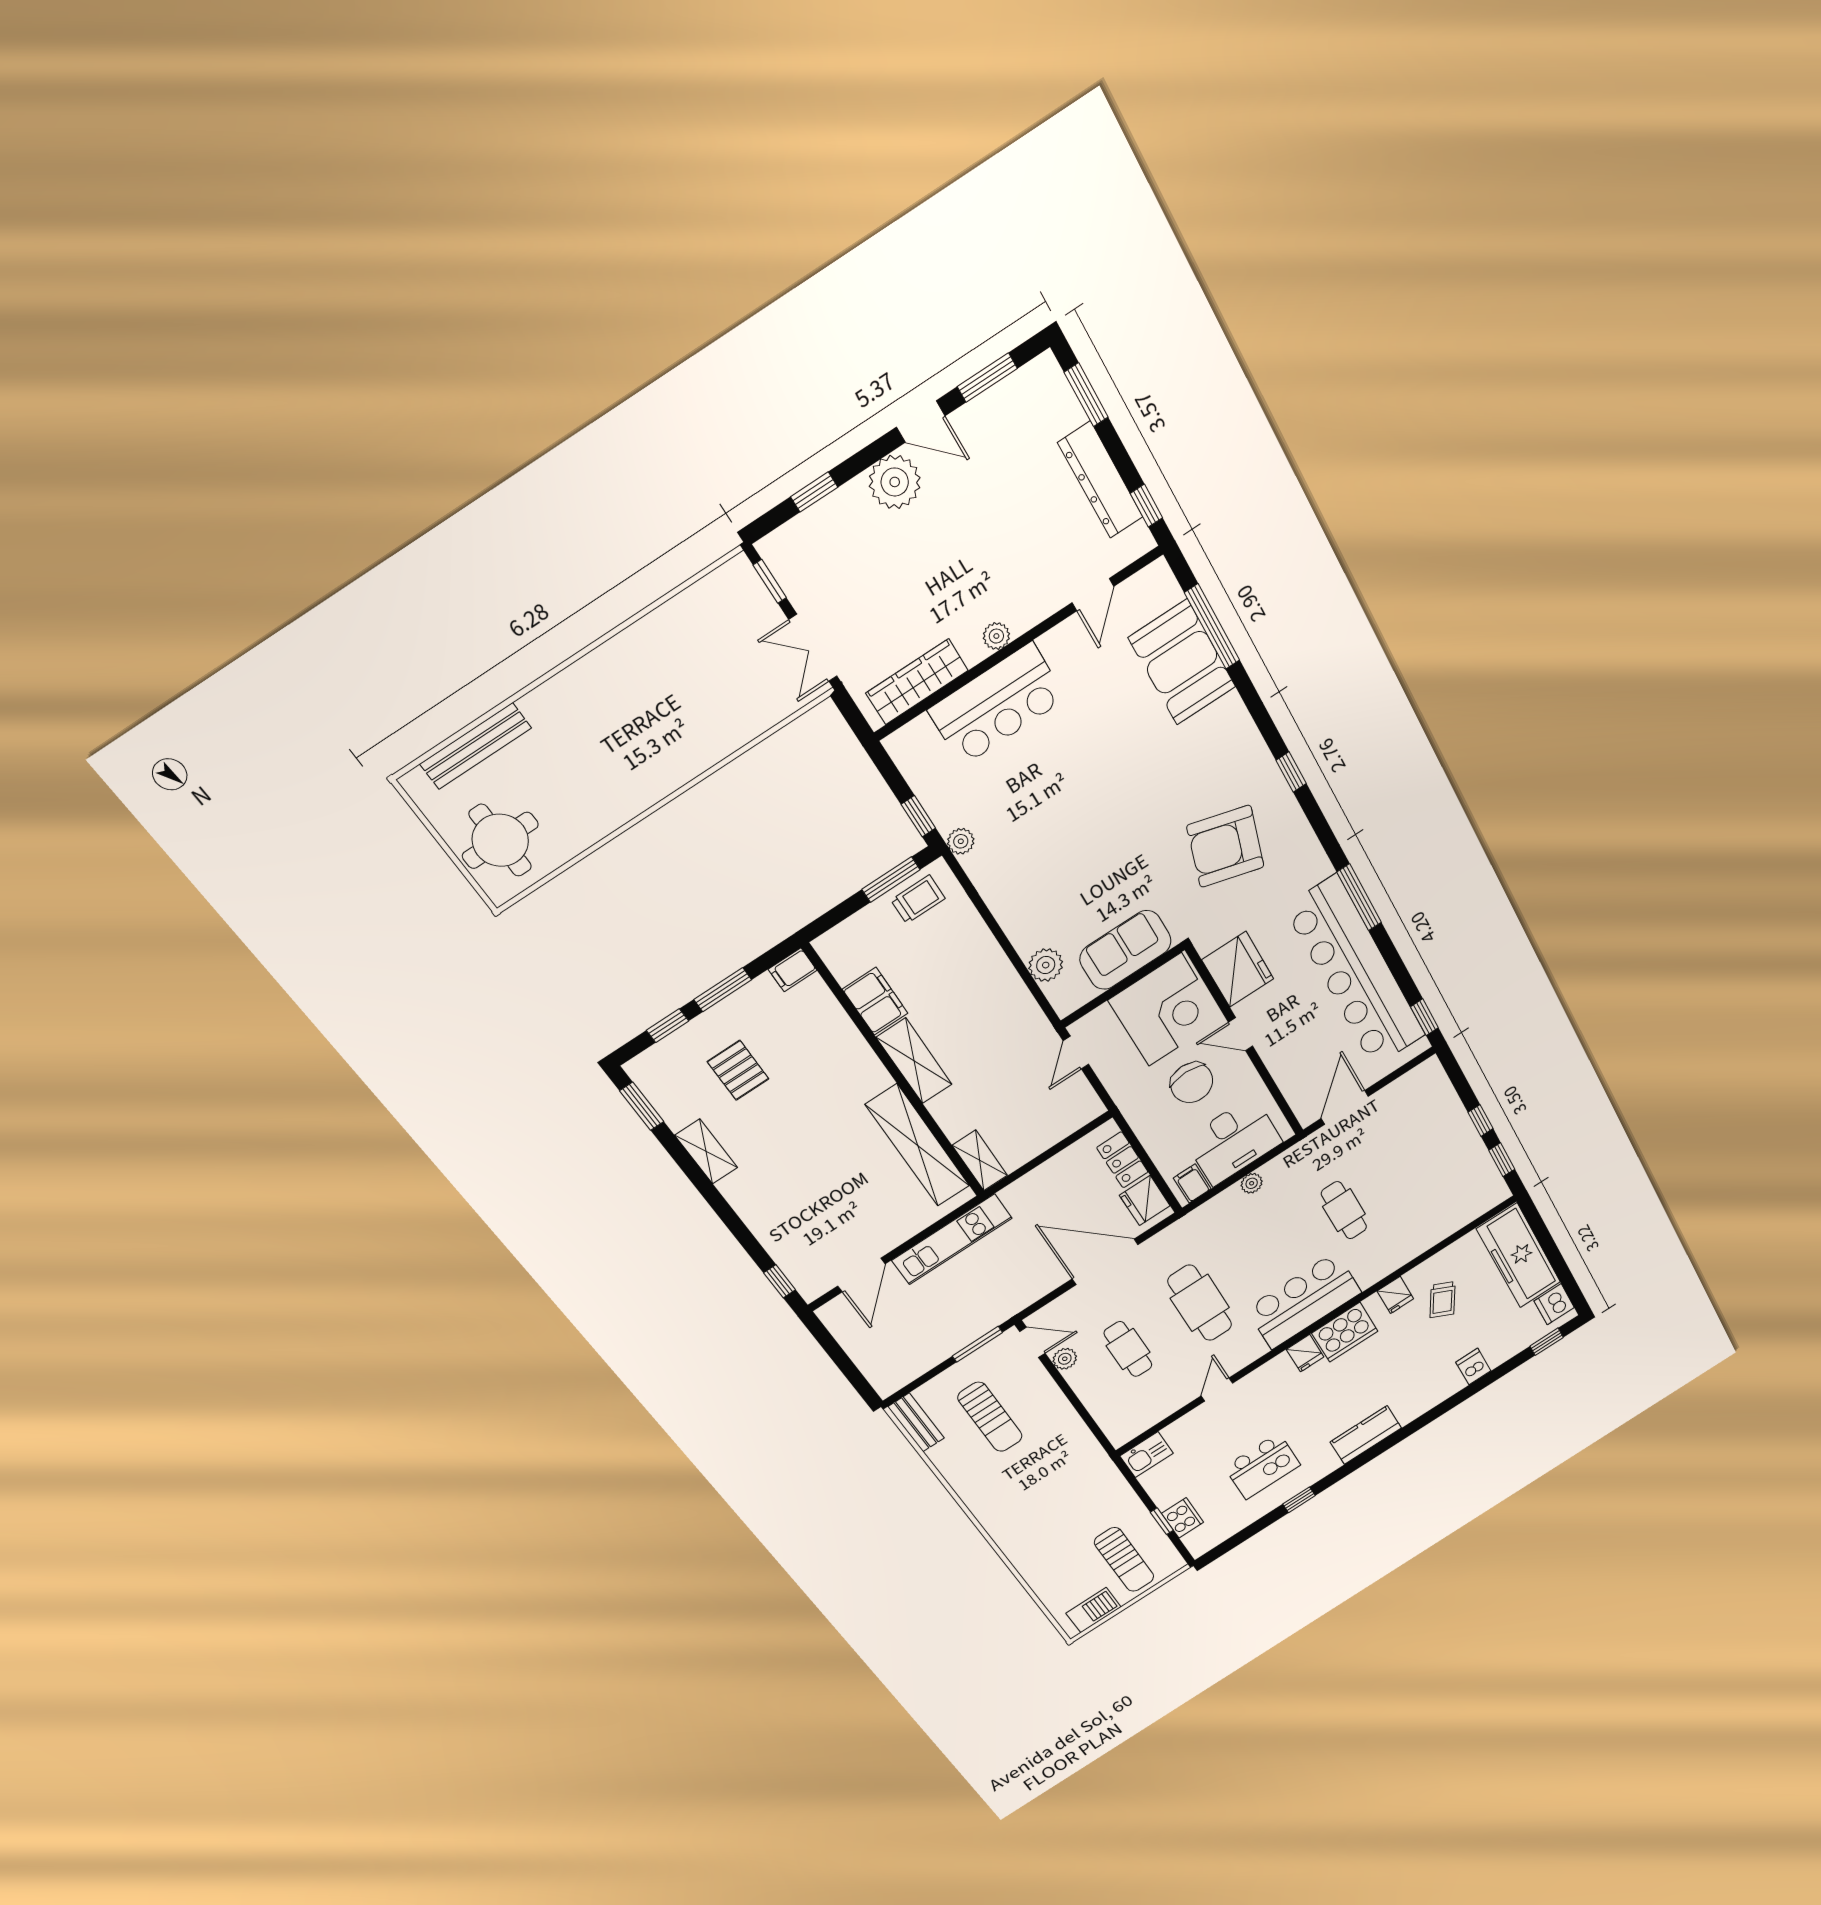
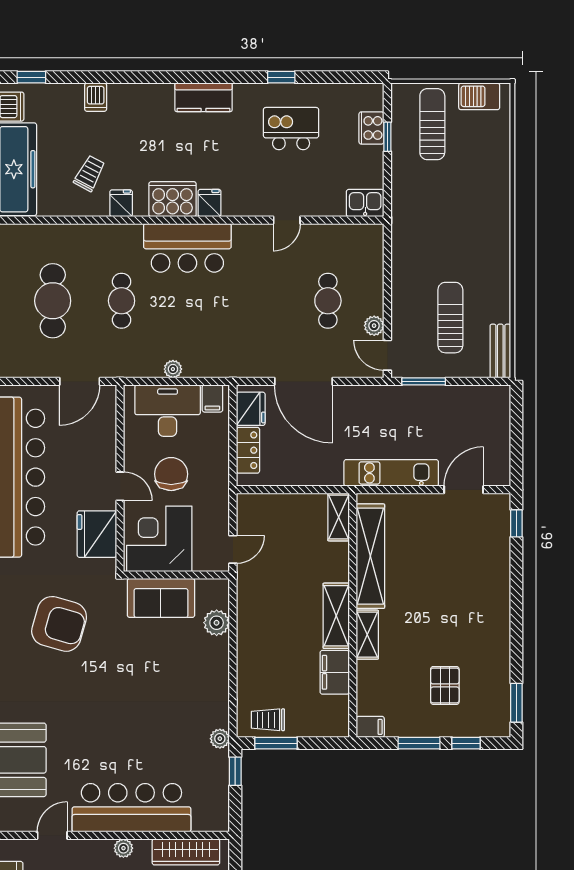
bar counter: (997, 704) -> (131, 808), width x1.36
shelving: (706, 1151) -> (367, 635), moved
cafe table: (1200, 1303) -> (53, 301), moved

